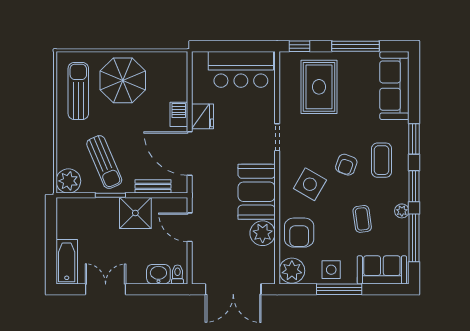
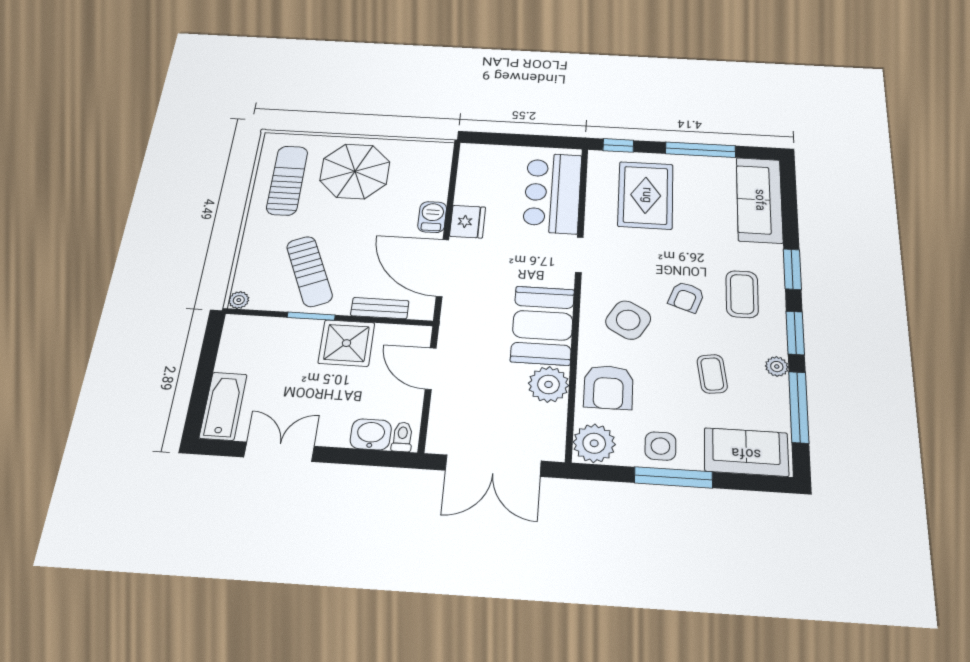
bar counter: (241, 69) -> (553, 193), moved, turned 90
plant: (68, 181) -> (239, 300), width x0.53, depth x0.53

